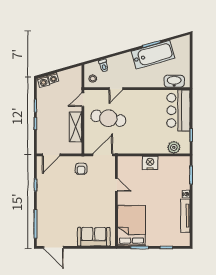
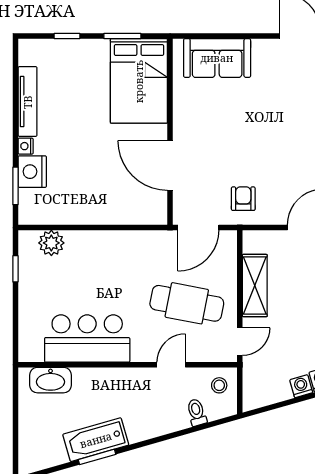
bathtub: (153, 55) -> (96, 440), width x0.73, depth x0.73
bar counter: (178, 110) -> (87, 338), moved, turned -90
nightstand: (150, 163) -> (32, 172), moved, turned 90
door: (116, 185) -> (170, 165), width x1.87

